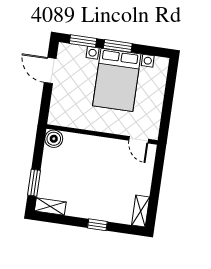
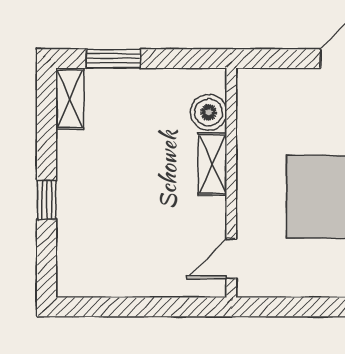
boiler: (54, 139) -> (209, 112), moved
shelving: (141, 211) -> (212, 164), moved, turned 90

